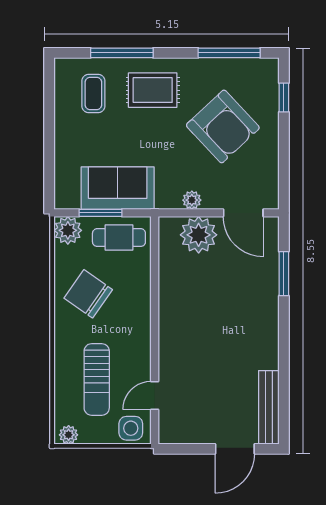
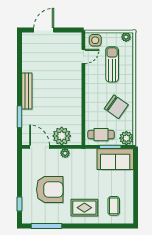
window: (122, 53) -> (100, 226), removed
armchair: (223, 126) -> (50, 190), turned 133
sofa: (118, 188) -> (115, 159), moved
bench: (269, 407) -> (27, 91), moved

